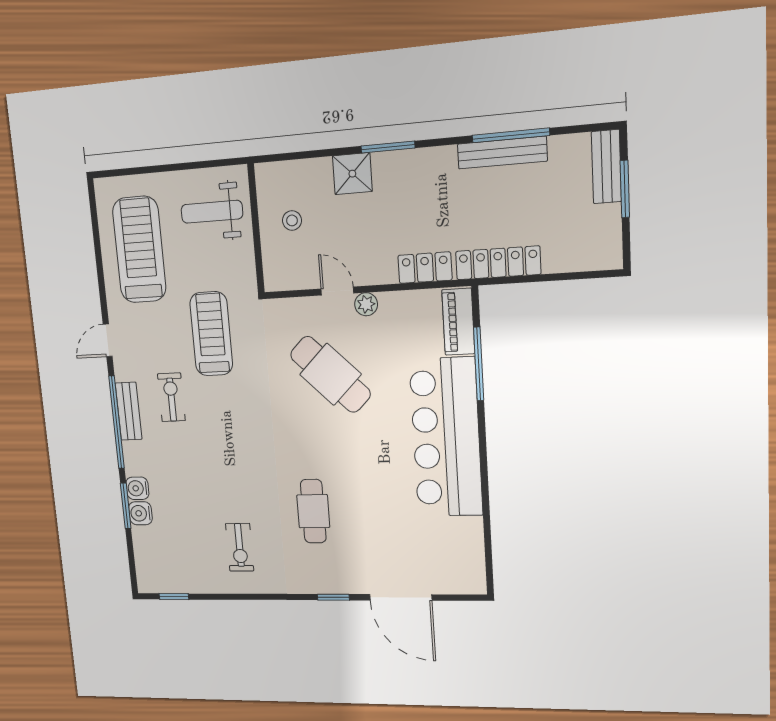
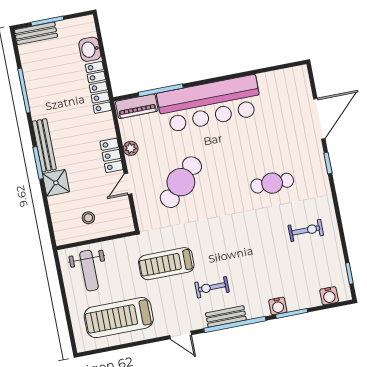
bench: (502, 153) -> (44, 145), moved
washbasin: (564, 256) -> (90, 49), added
locker: (425, 268) -> (112, 155), moved
plant: (366, 304) -> (131, 148), moved
water cooler: (140, 513) -> (329, 296), moved

